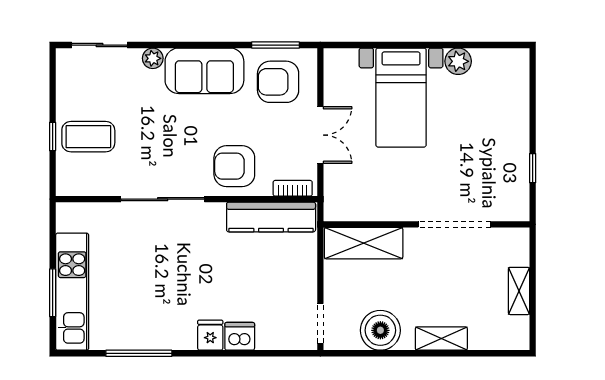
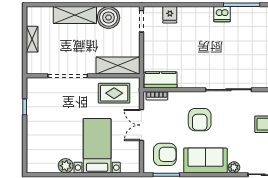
armchair: (234, 166) -> (200, 120), moved, turned 90
rug: (370, 193) -> (114, 93), added
kitchen counter: (271, 217) -> (161, 80), width x0.67
fridge: (210, 335) -> (170, 15), moved
dishwasher: (240, 336) -> (222, 14), moved
shelving: (441, 339) -> (75, 15), width x1.50, depth x1.33

